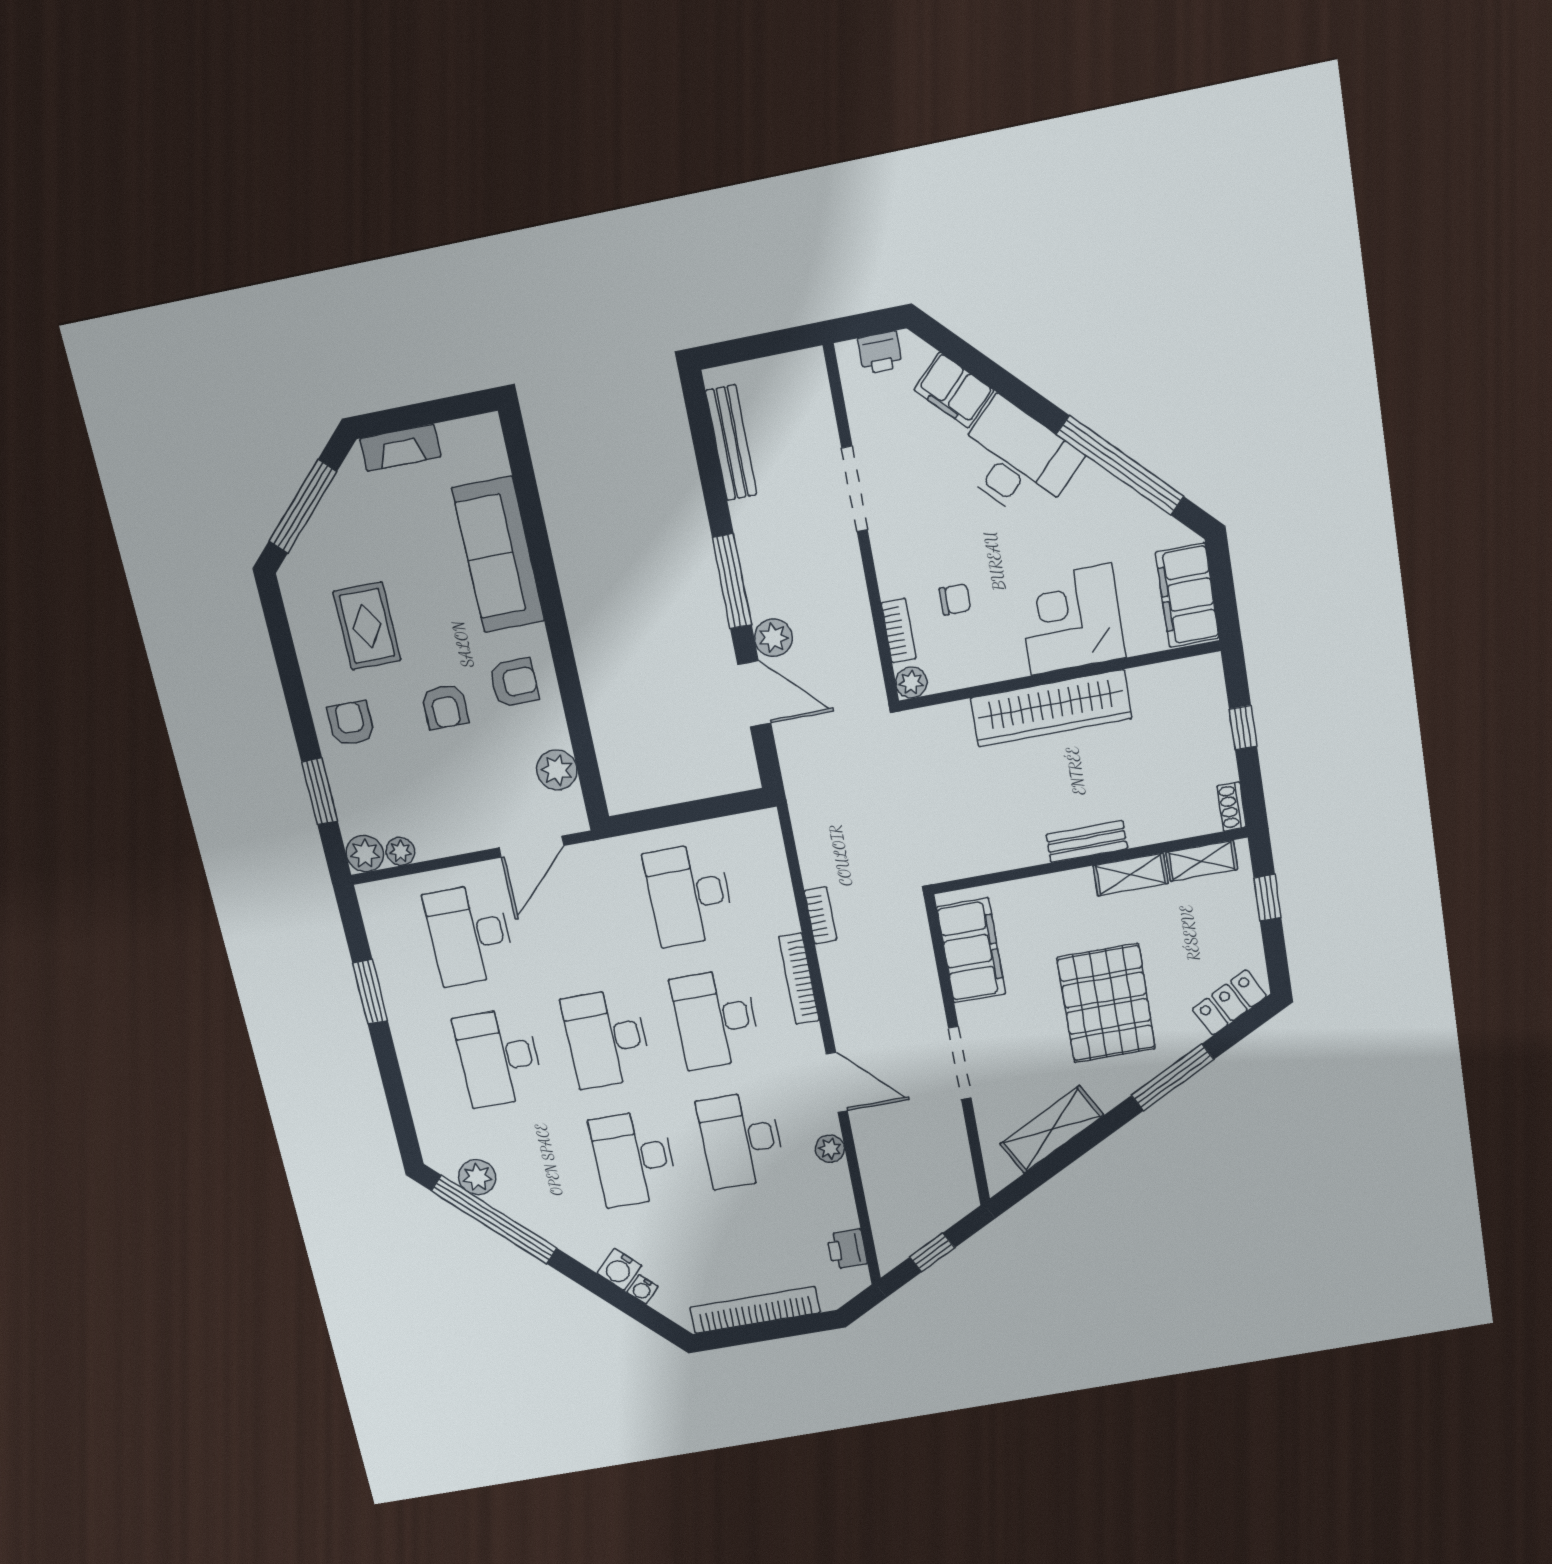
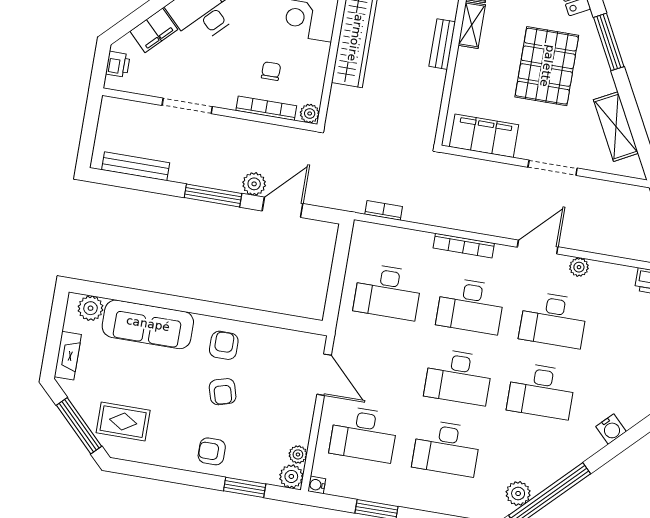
rug: (367, 626) -> (123, 422), moved
bookcase: (899, 630) -> (266, 108), width x1.56
armchair: (445, 707) -> (223, 392), turned 74
plant: (557, 770) -> (91, 308), moved
bookcase: (820, 915) -> (384, 210), moved
pallet: (1106, 1003) -> (547, 66), turned 90
water cooler: (643, 1289) -> (317, 485), moved, turned 135

